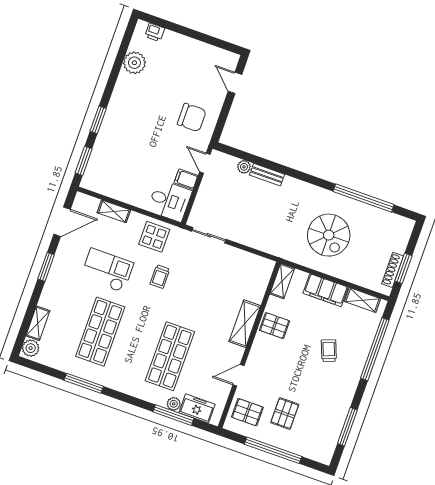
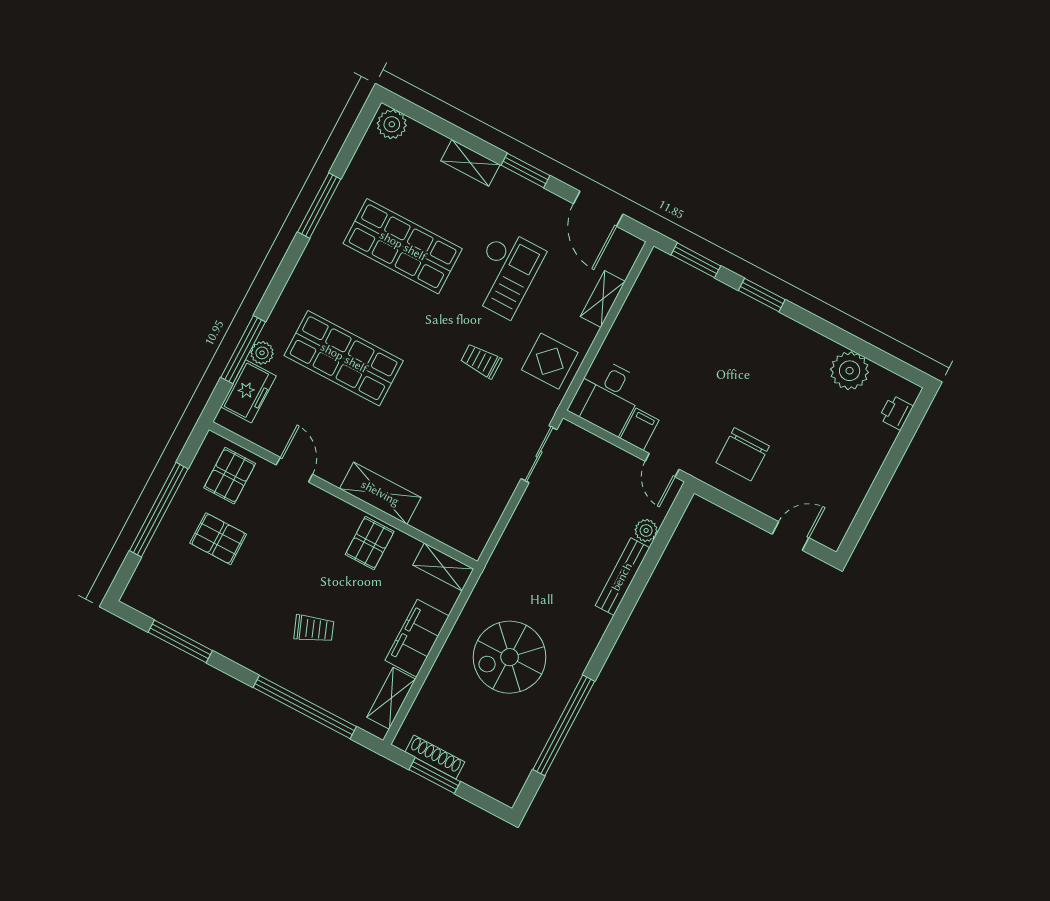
door: (205, 163) -> (662, 465), swing flipped
bench: (267, 175) -> (622, 577), width x1.36
shelving: (38, 323) -> (470, 163), moved

